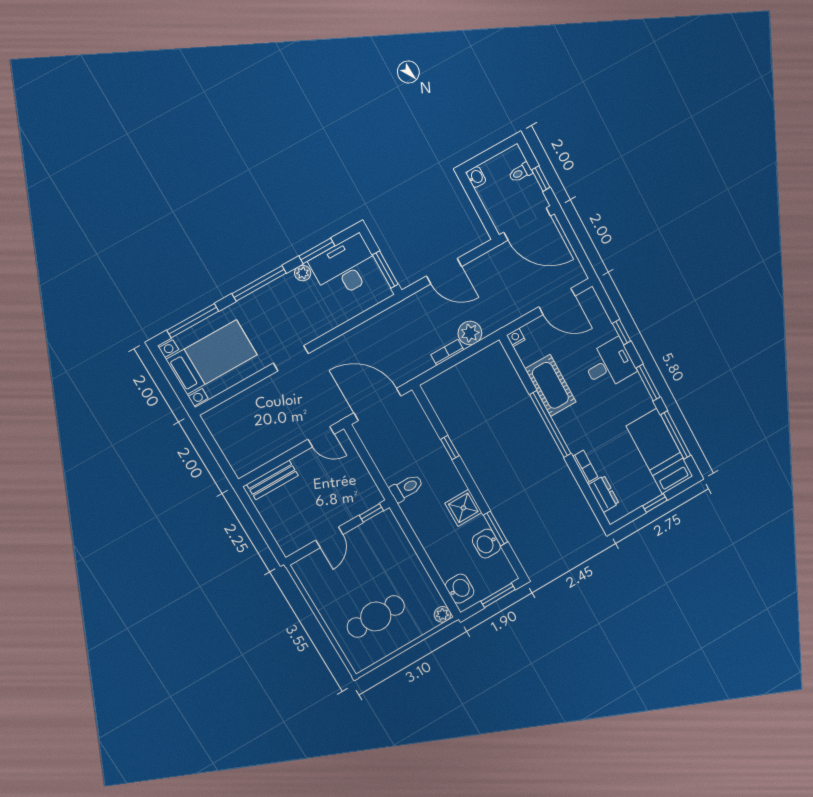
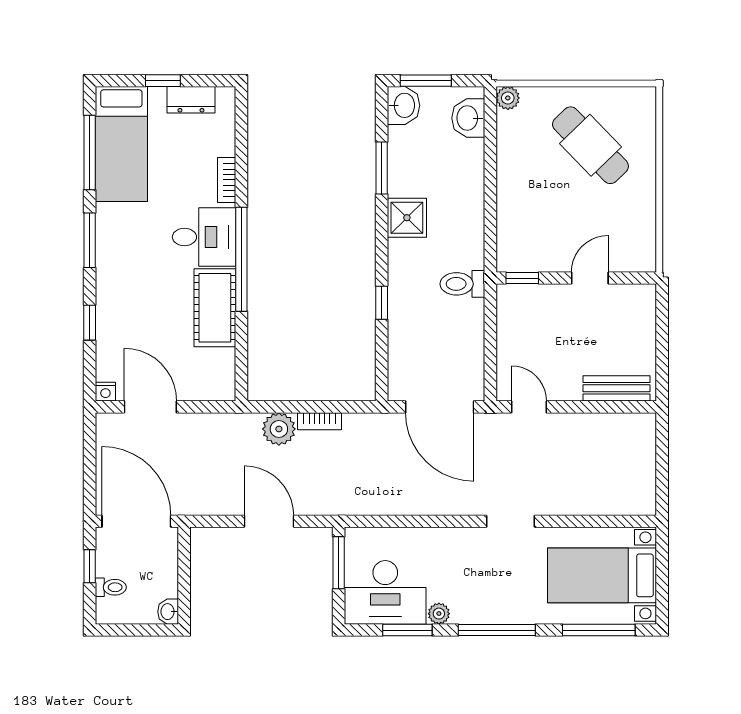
nightstand: (516, 337) -> (105, 392), moved
desk: (609, 365) -> (204, 237), moved, turned 180
dresser: (604, 494) -> (191, 100), moved, turned -90
washbasin: (486, 544) -> (403, 105), moved
cafe table: (376, 616) -> (590, 145), turned 46

